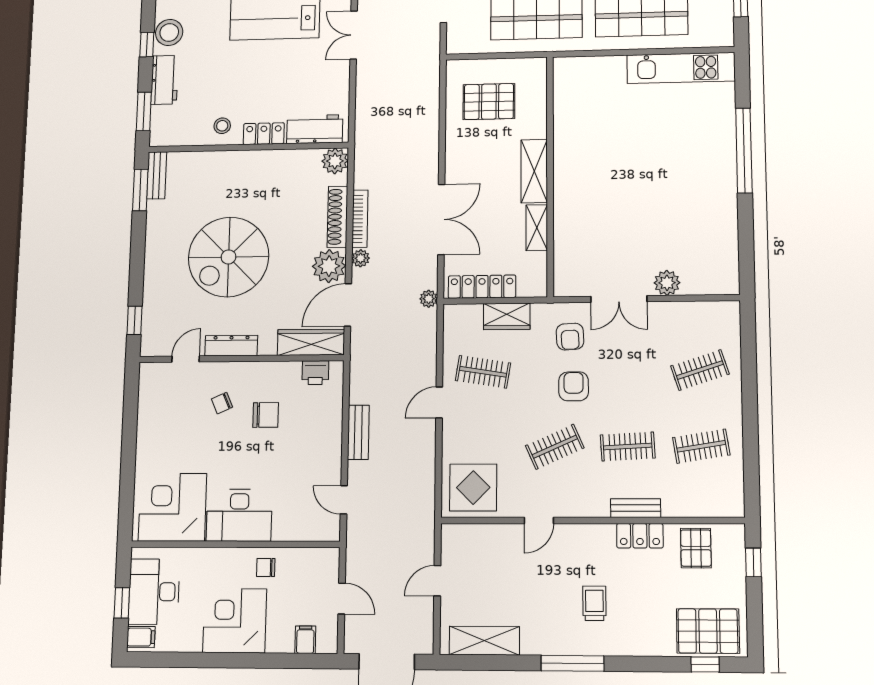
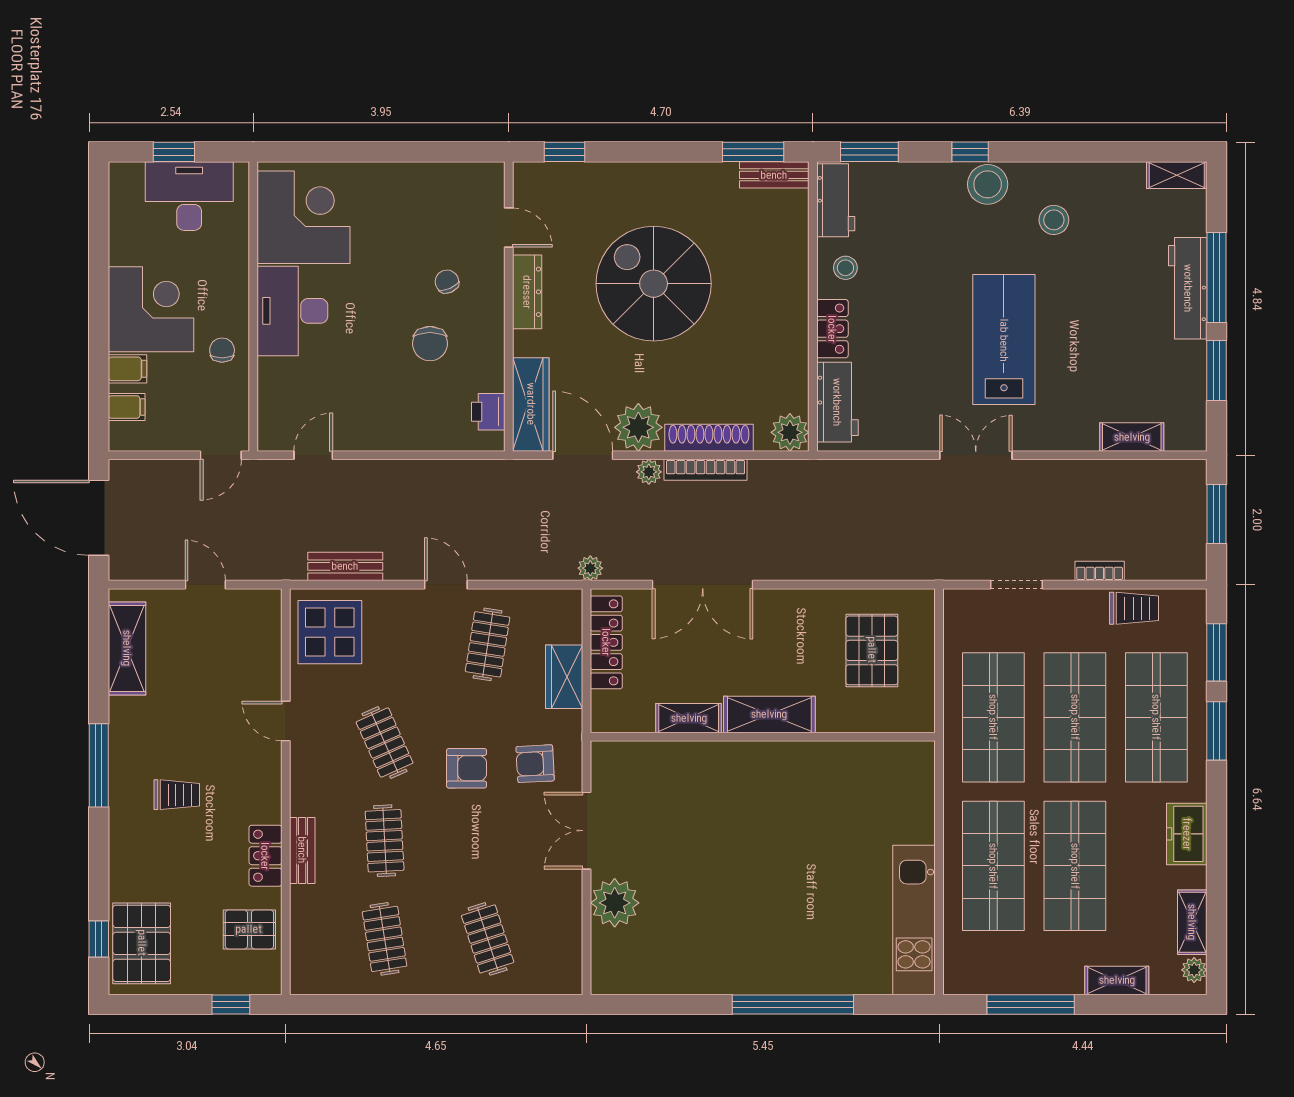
workbench: (165, 80) -> (836, 200), moved, turned -90
plant: (667, 283) -> (615, 903), width x1.36, depth x1.36
bench: (358, 432) -> (345, 566), moved
door: (342, 599) -> (221, 455), moved
filing cabinet: (141, 637) -> (127, 369), moved, turned -90

